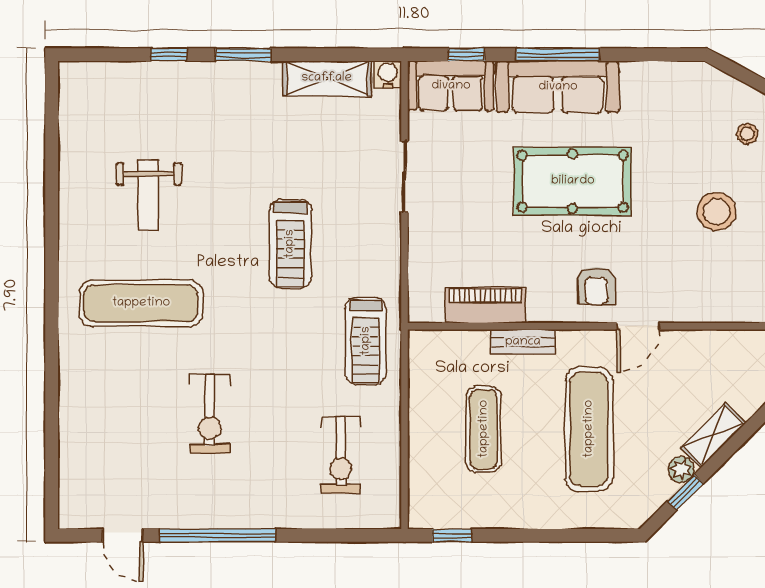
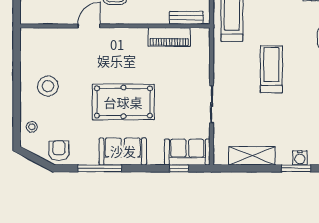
window: (558, 55) -> (100, 168), moved
water cooler: (388, 75) -> (300, 158), moved
sofa: (558, 87) -> (123, 151), width x0.73
armchair: (596, 286) -> (59, 151), moved
bench: (523, 342) -> (186, 18), moved

